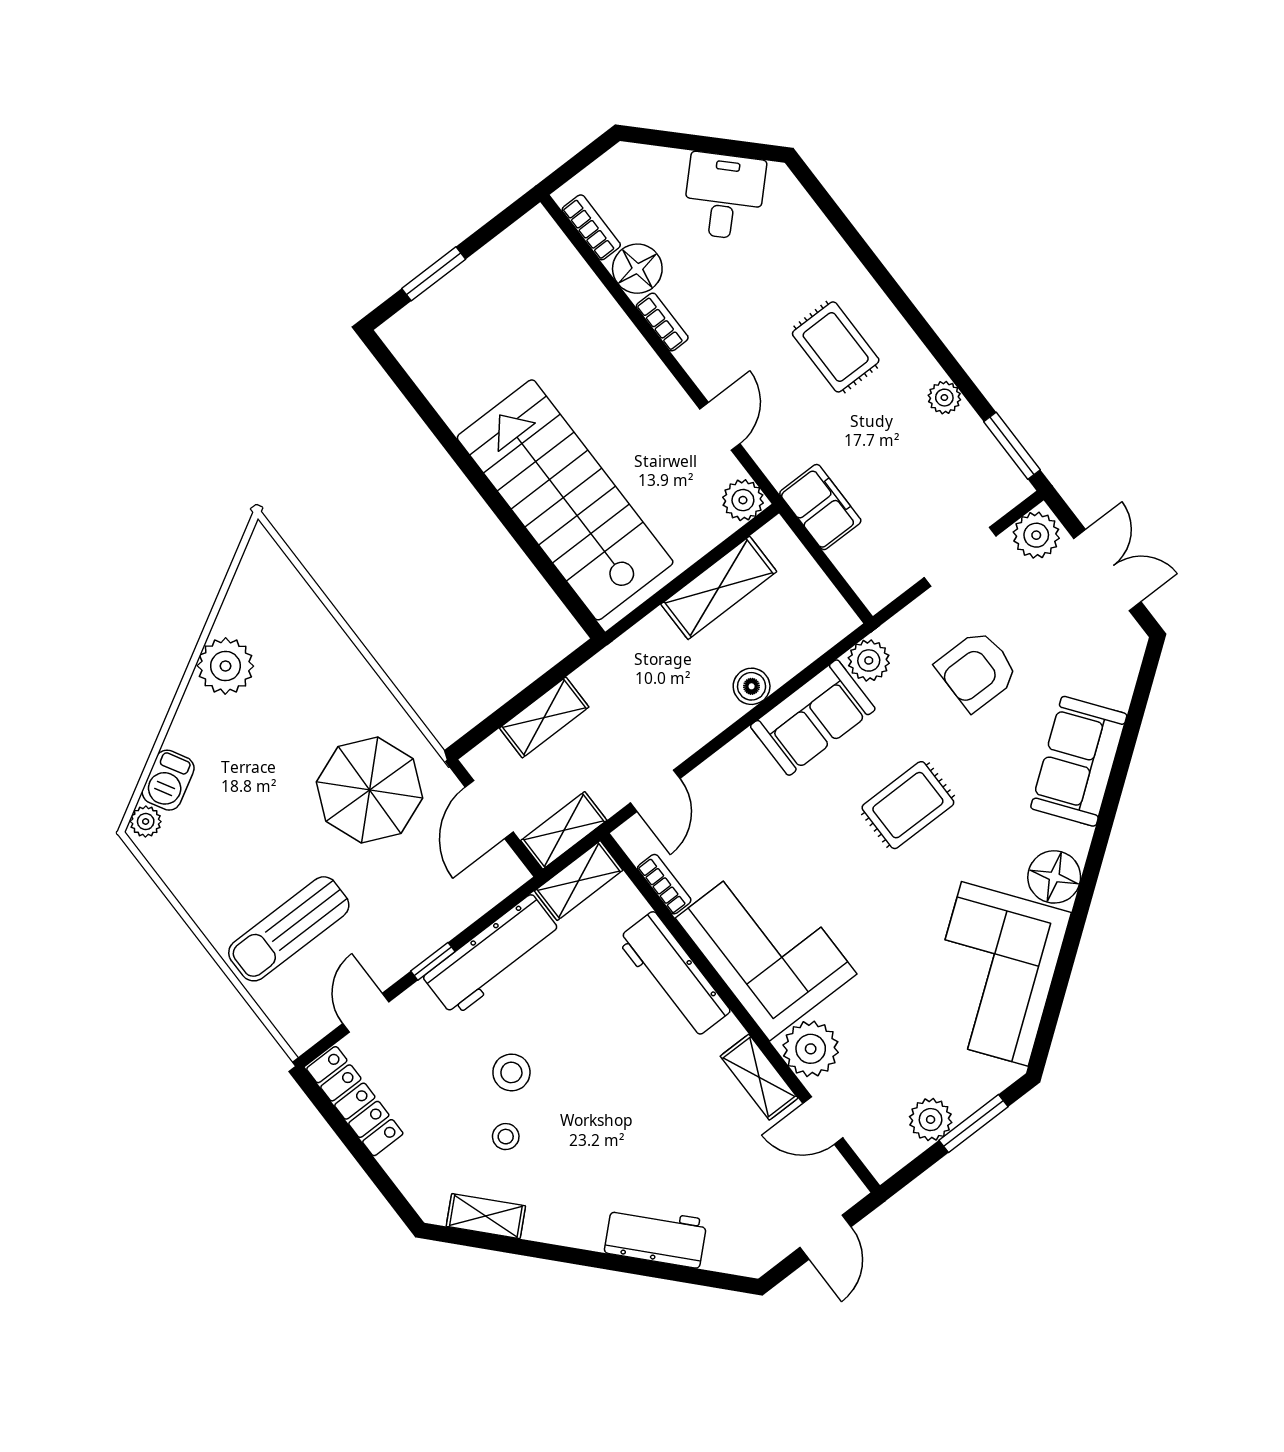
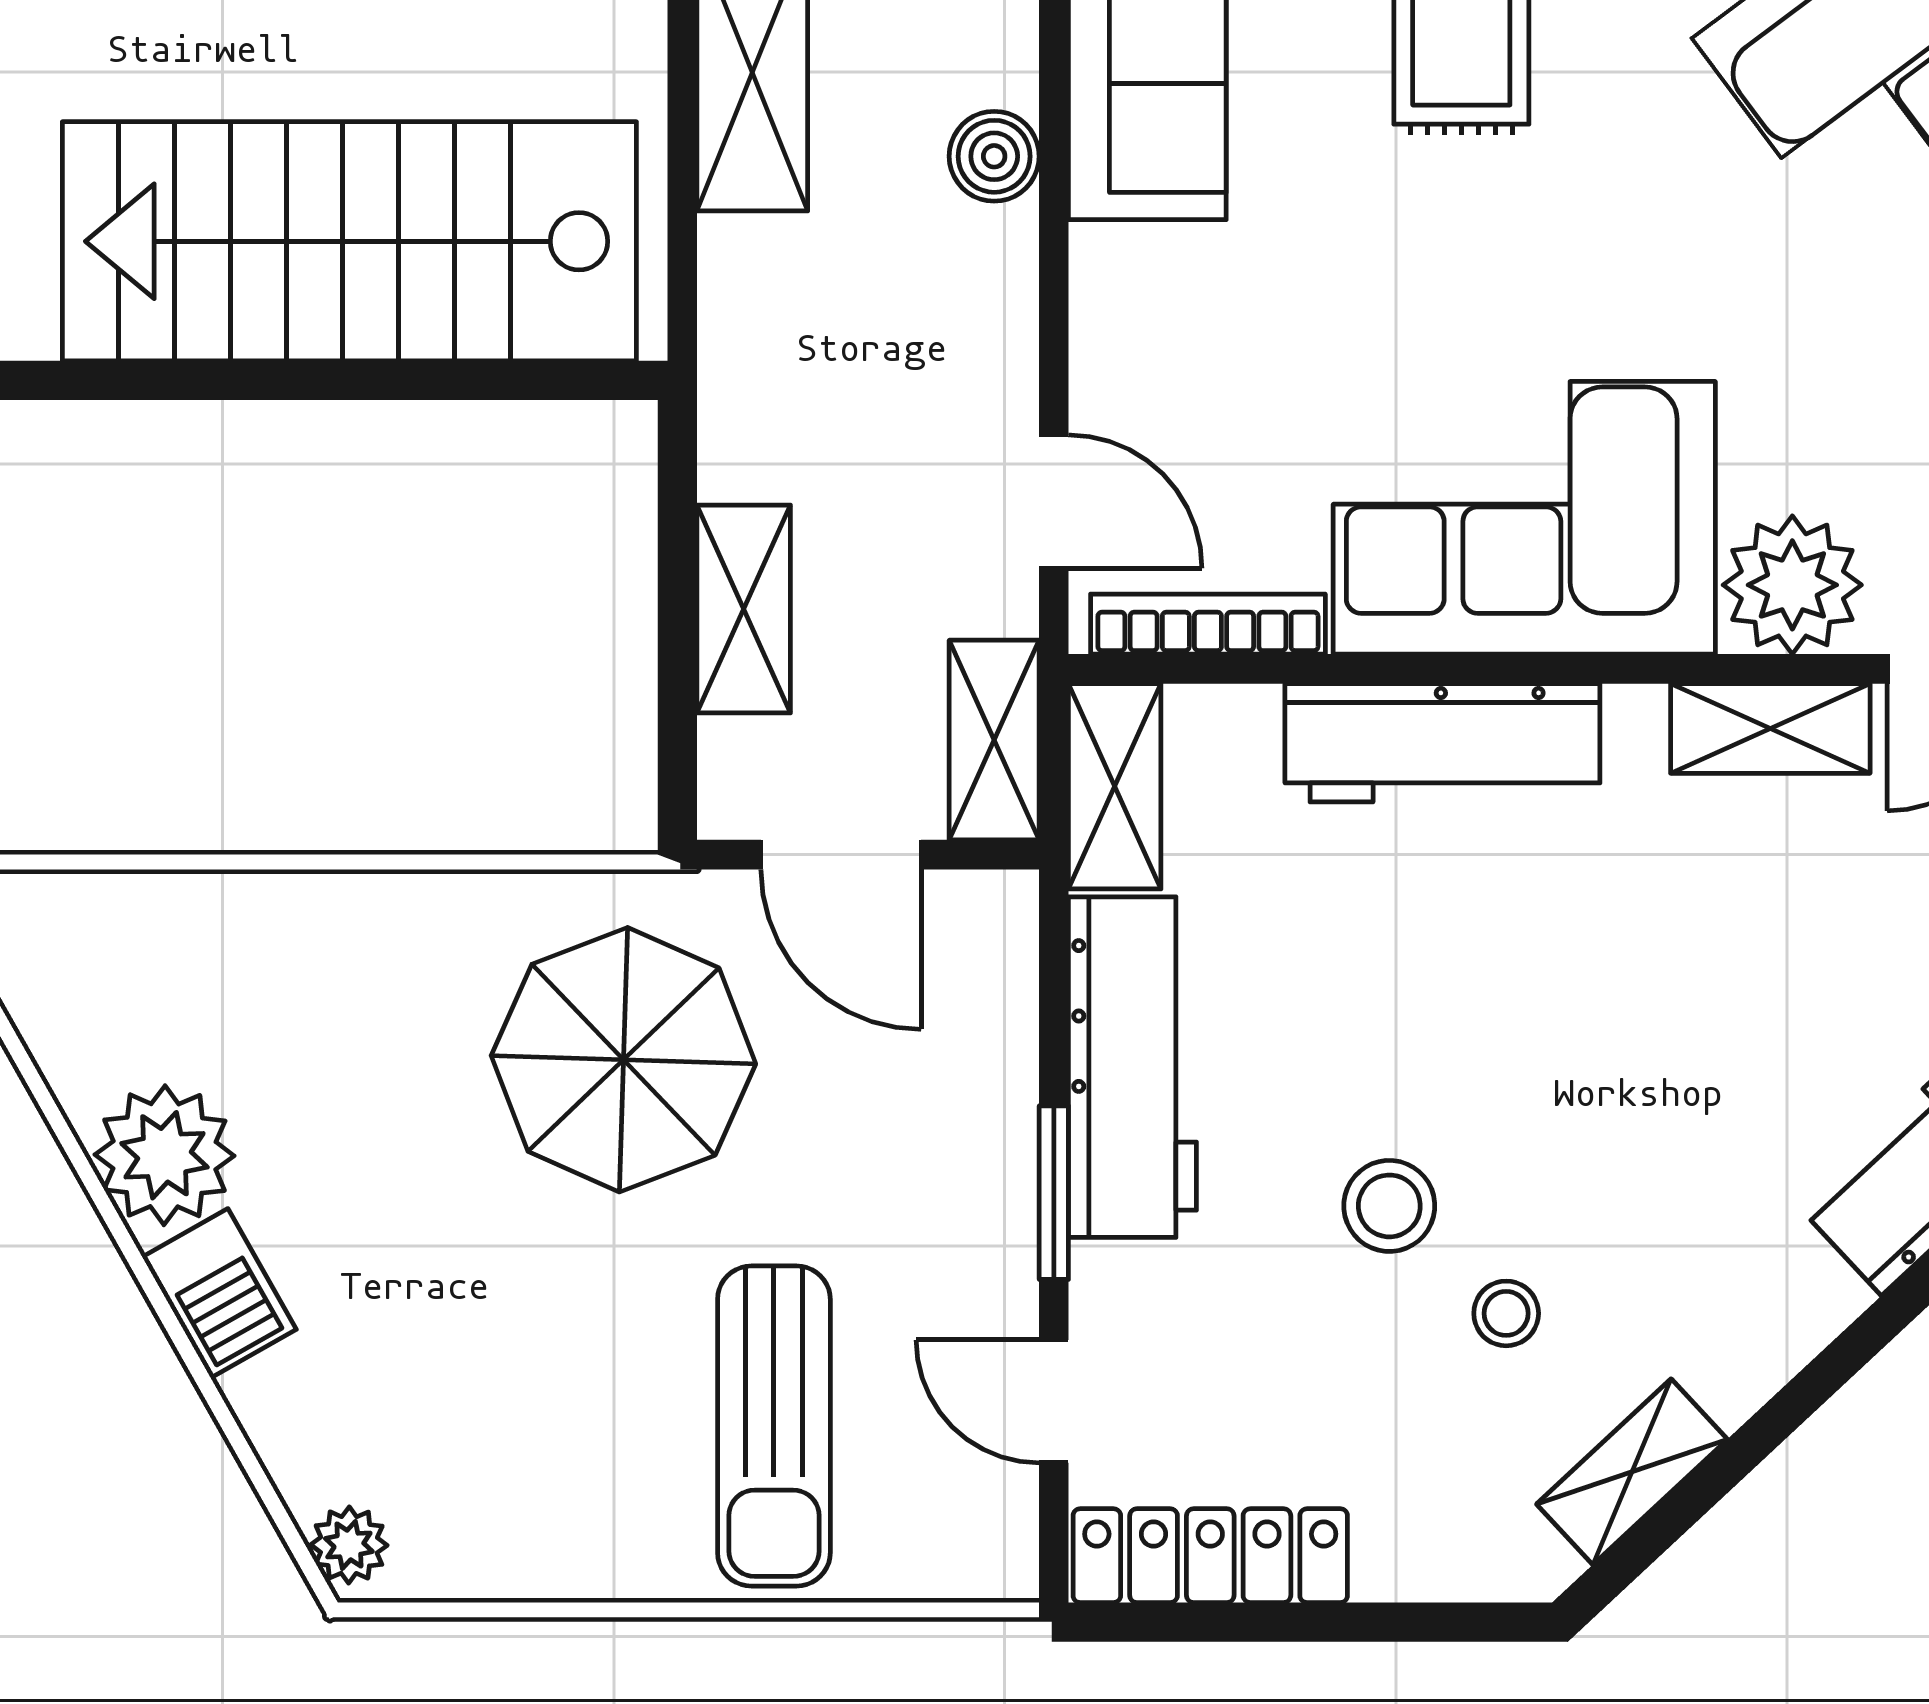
barbecue: (168, 780) -> (219, 1293), moved
bookcase: (664, 884) -> (1208, 624), width x1.56
window: (433, 961) -> (1054, 1193), width x1.50

